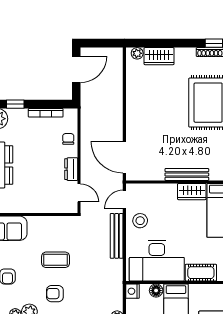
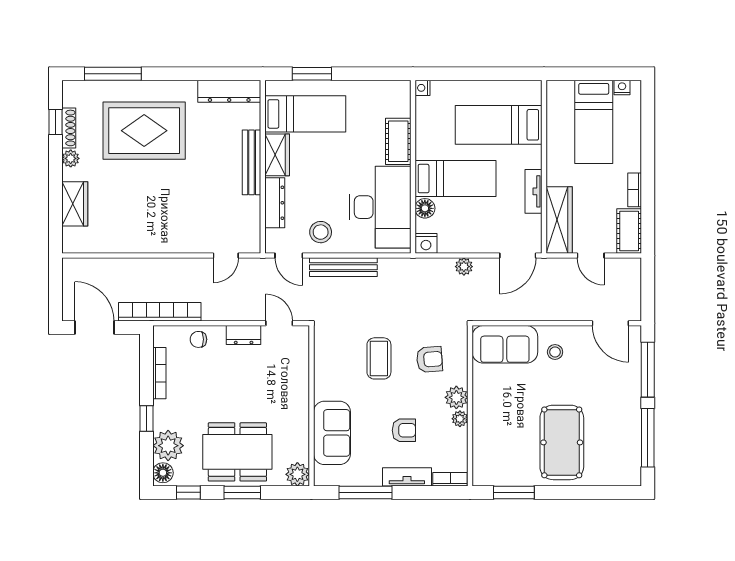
plant: (137, 53) -> (71, 158), moved
bookcase: (87, 113) -> (160, 312), added
door: (124, 157) -> (226, 256), width x0.53
dresser: (160, 190) -> (275, 203), added
door: (79, 193) -> (279, 323), hinge flipped
armchair: (55, 294) -> (430, 359), turned -94

